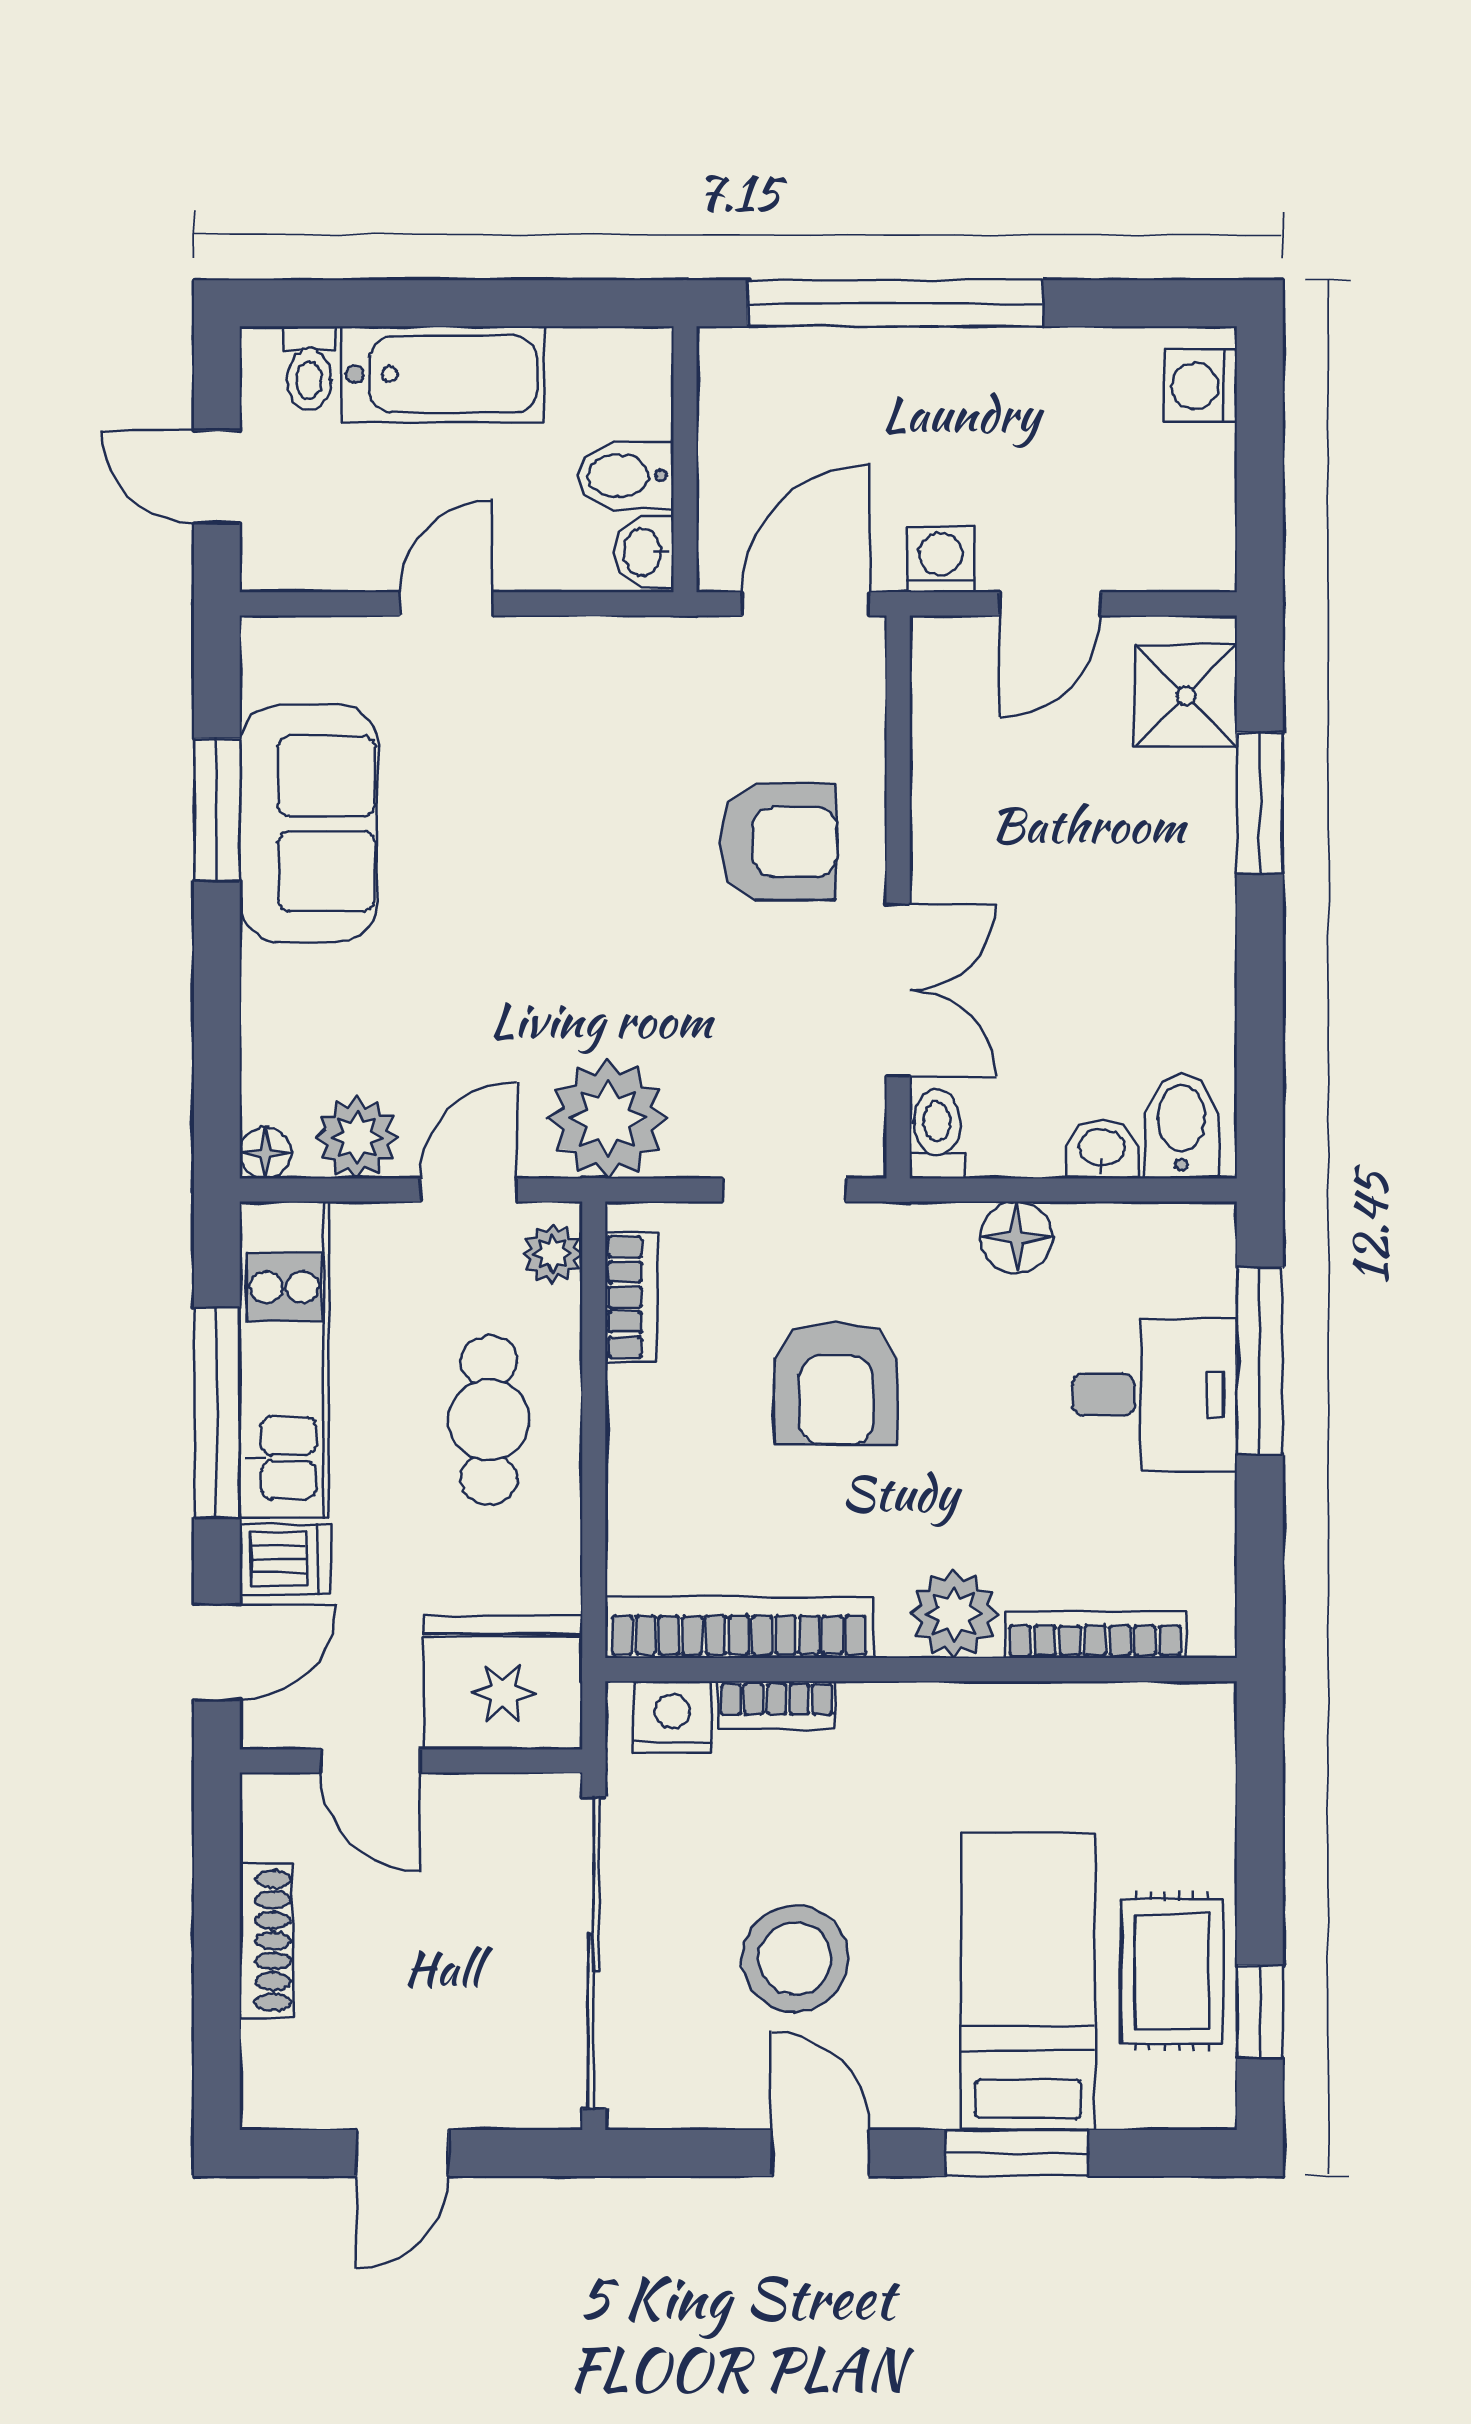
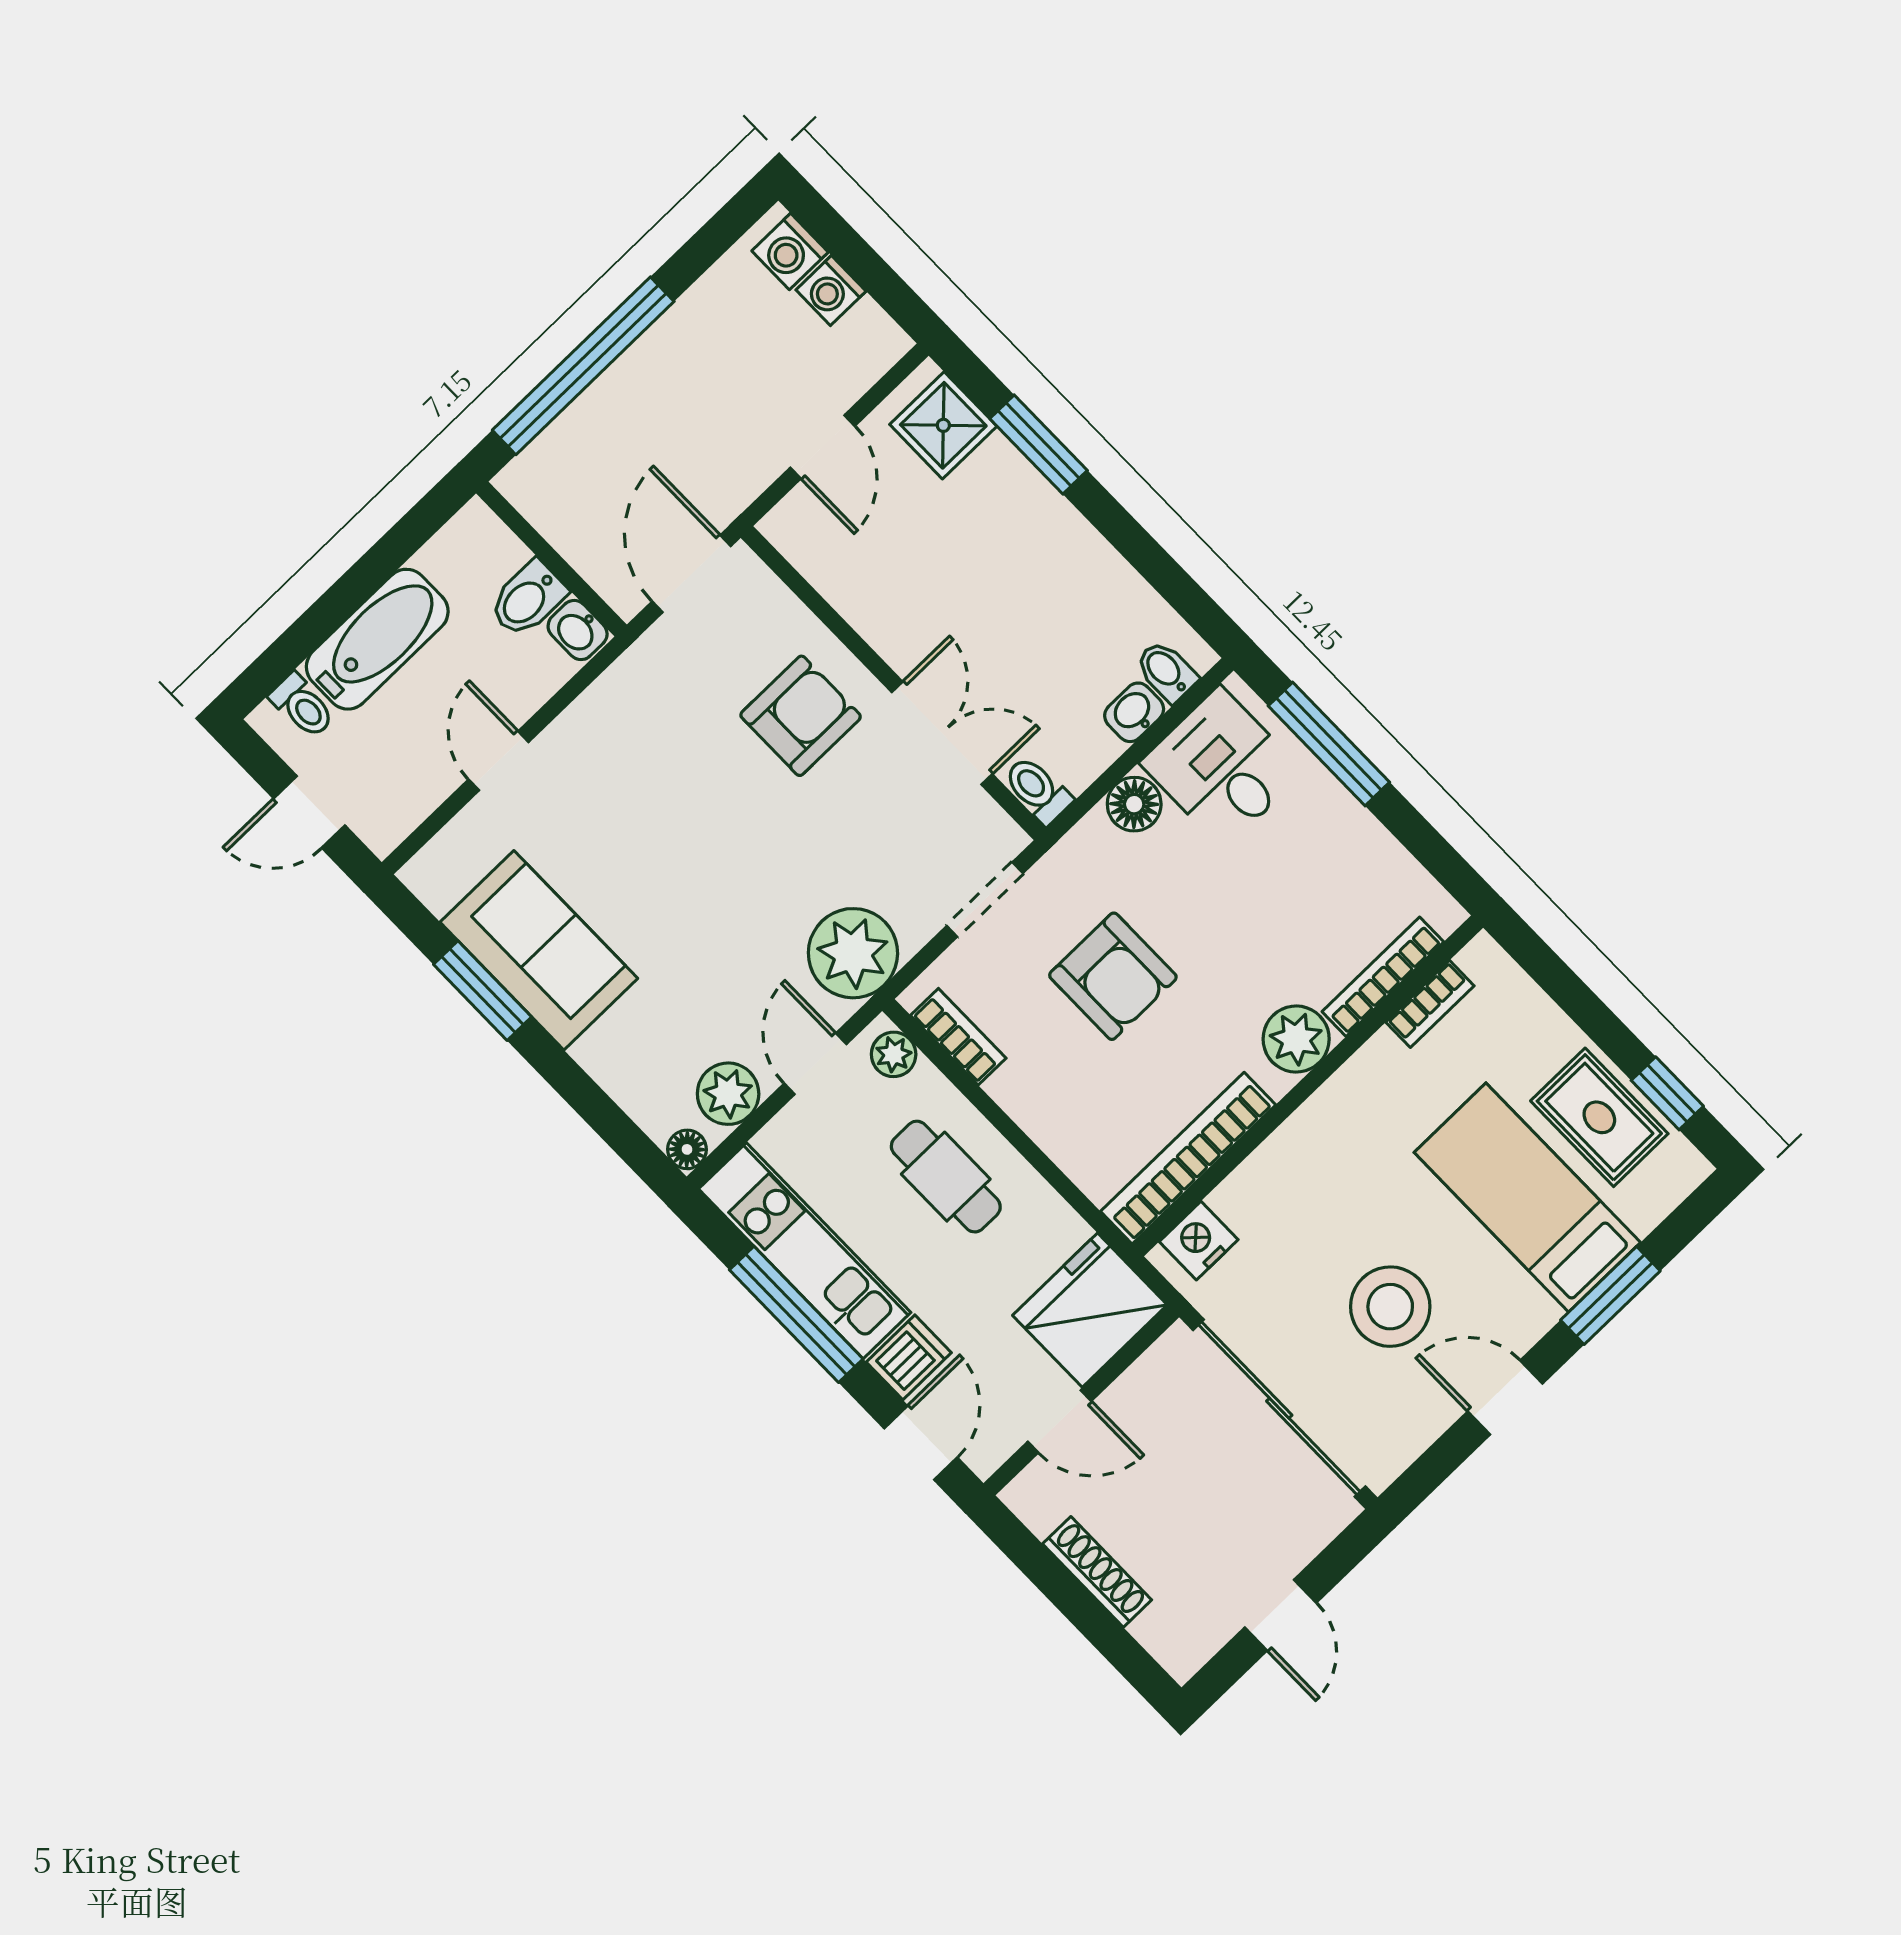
washing machine: (941, 559) -> (831, 290), moved, turned -90
bidet: (1181, 1126) -> (1166, 671), width x0.72, depth x0.74
desk: (1155, 1394) -> (1222, 767), moved, turned -90
bookcase: (777, 1705) -> (1430, 1004), moved

